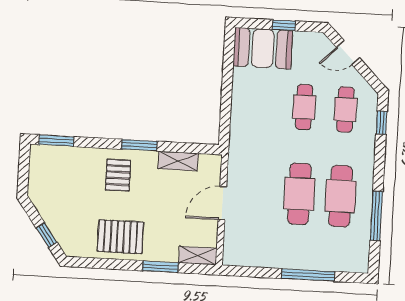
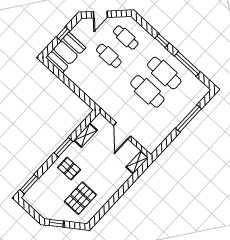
window: (382, 123) -> (162, 41), moved
window: (47, 235) -> (56, 223), moved
pallet: (120, 237) -> (80, 198), moved
window: (160, 267) -> (128, 184), removed

